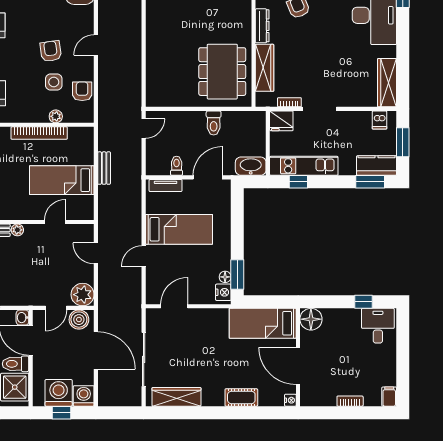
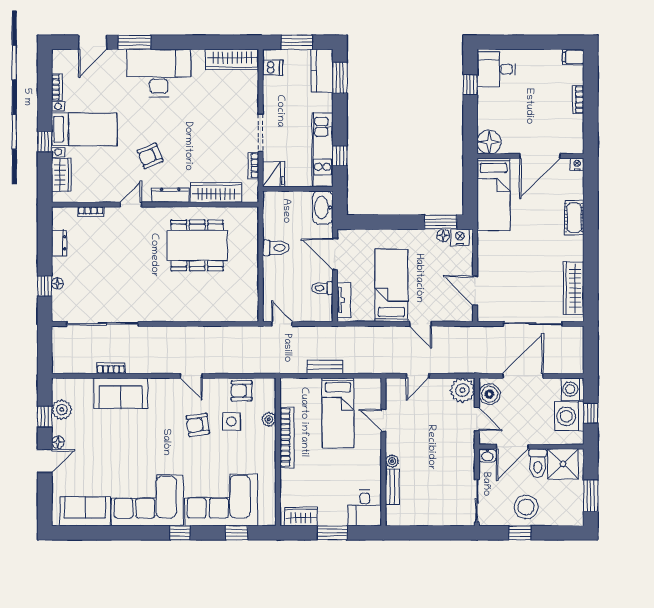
dining table: (222, 72) -> (197, 245), moved

